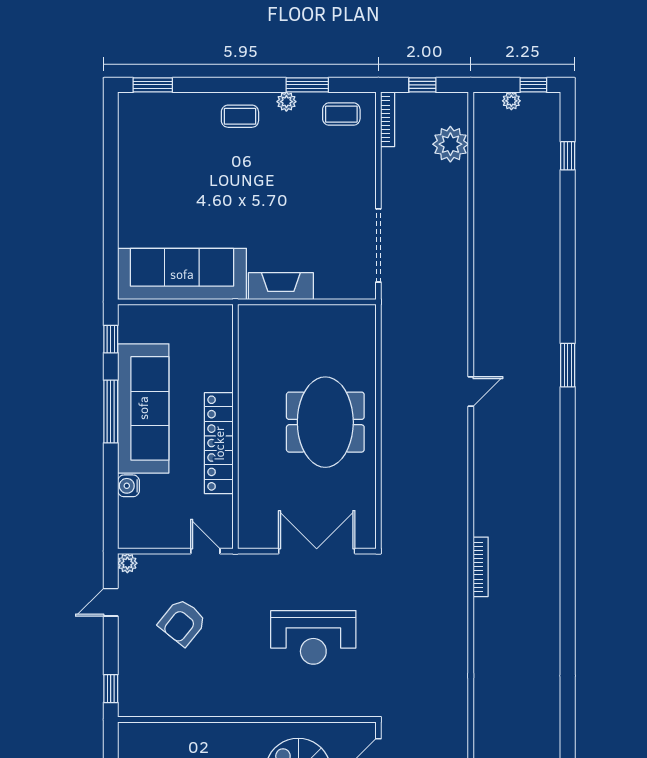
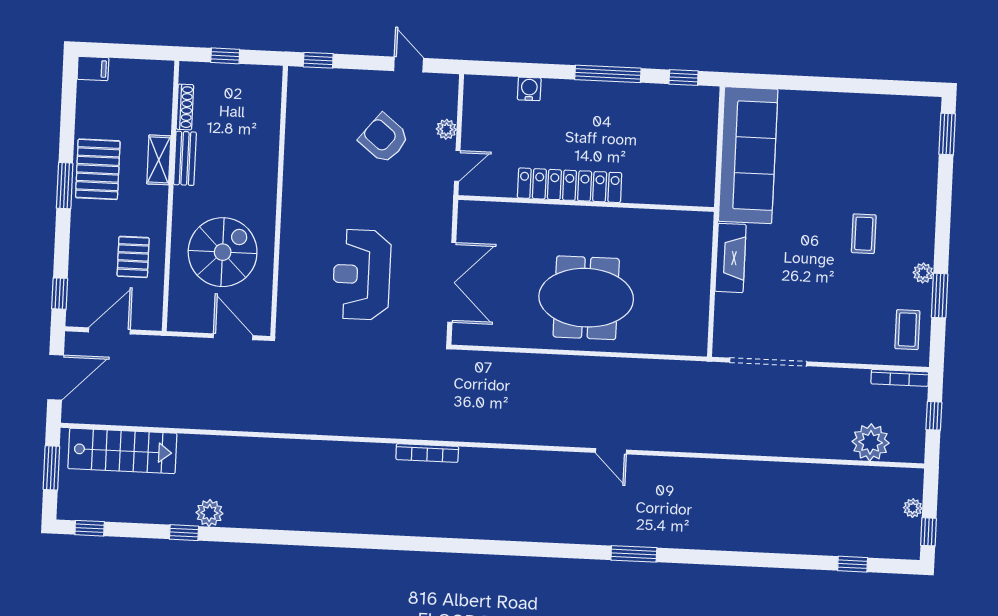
coffee table: (240, 116) -> (864, 234), moved
sofa: (143, 408) -> (609, 108), removed
plant: (127, 563) -> (446, 129), moved

